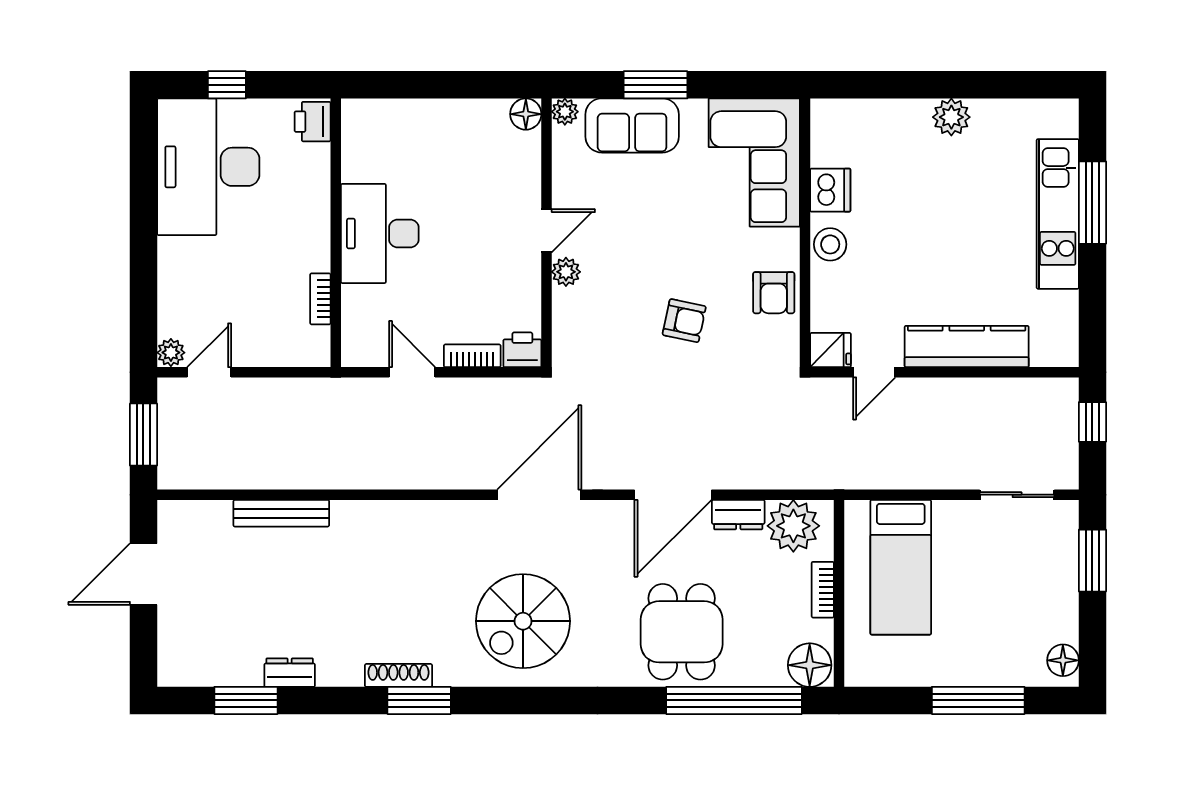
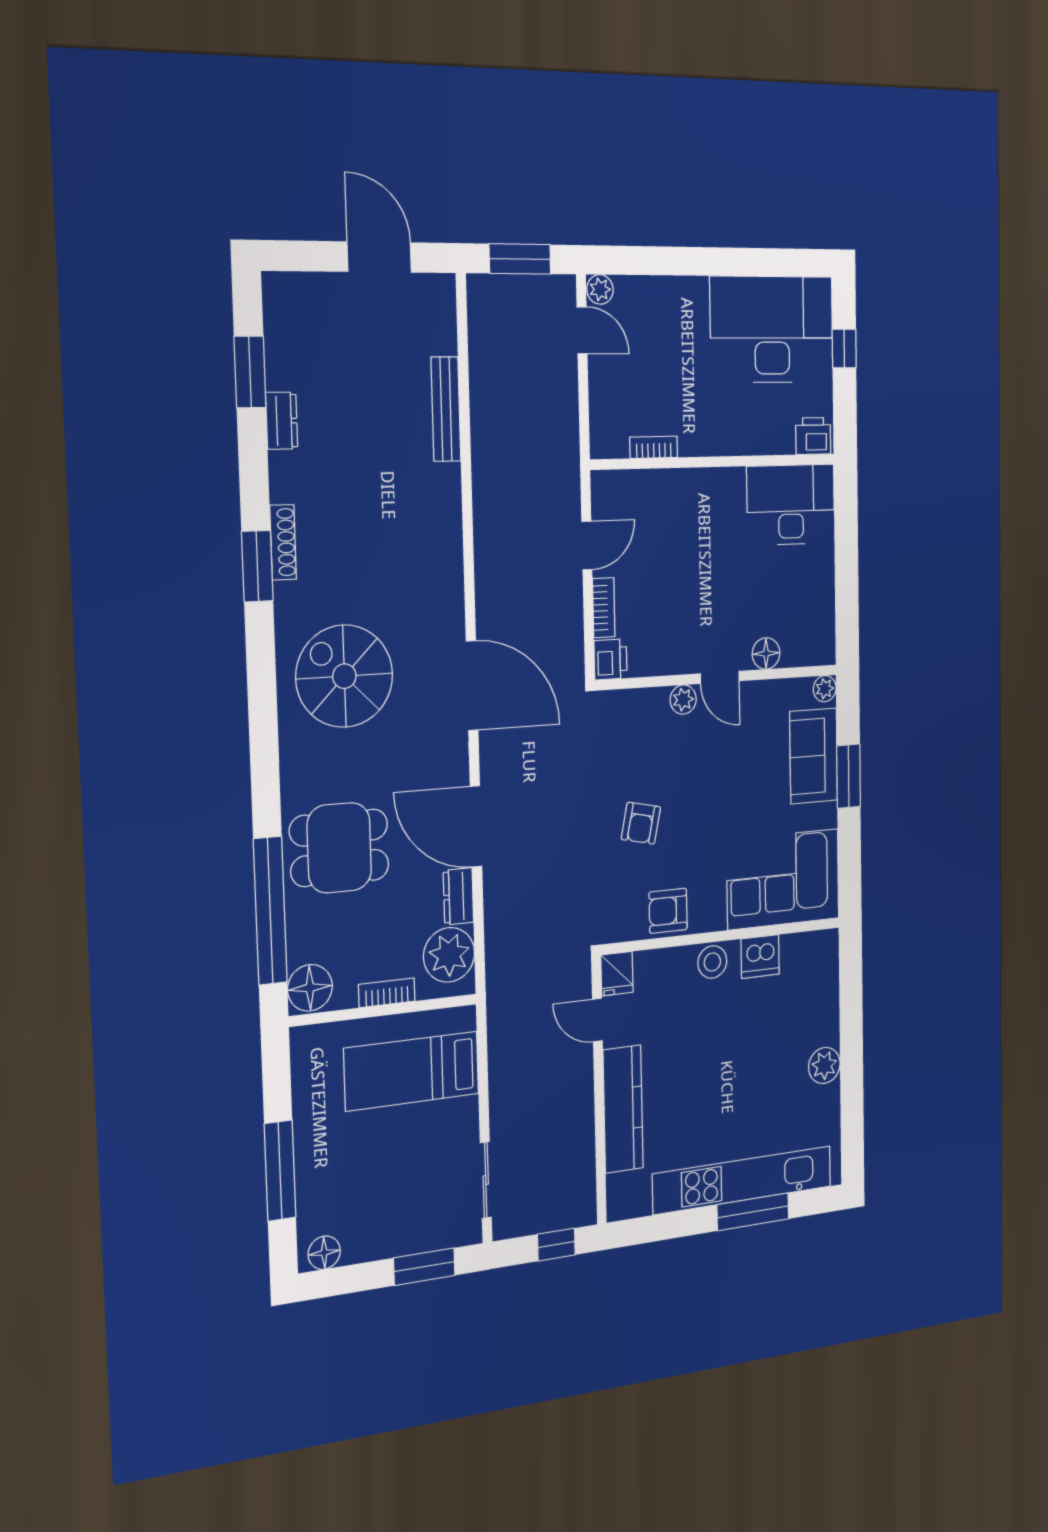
floor lamp: (526, 114) -> (766, 653), moved
kitchen unit: (1058, 214) -> (743, 1180), width x1.36
desk: (380, 233) -> (791, 505), moved

